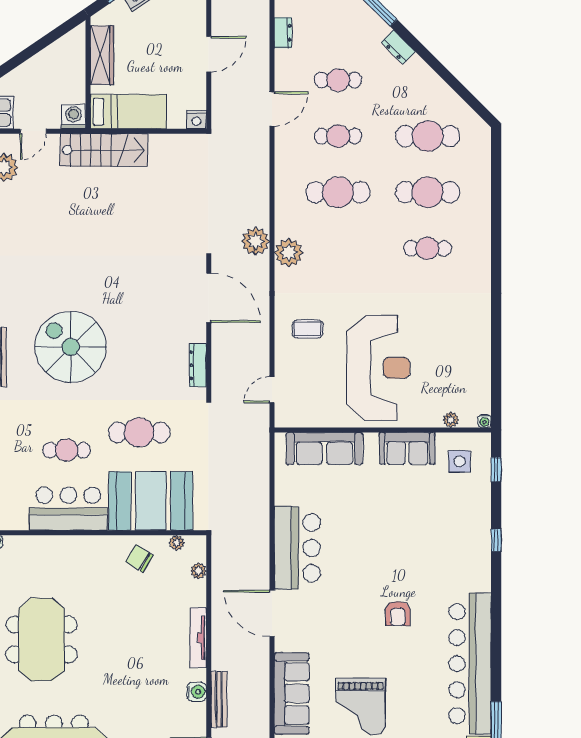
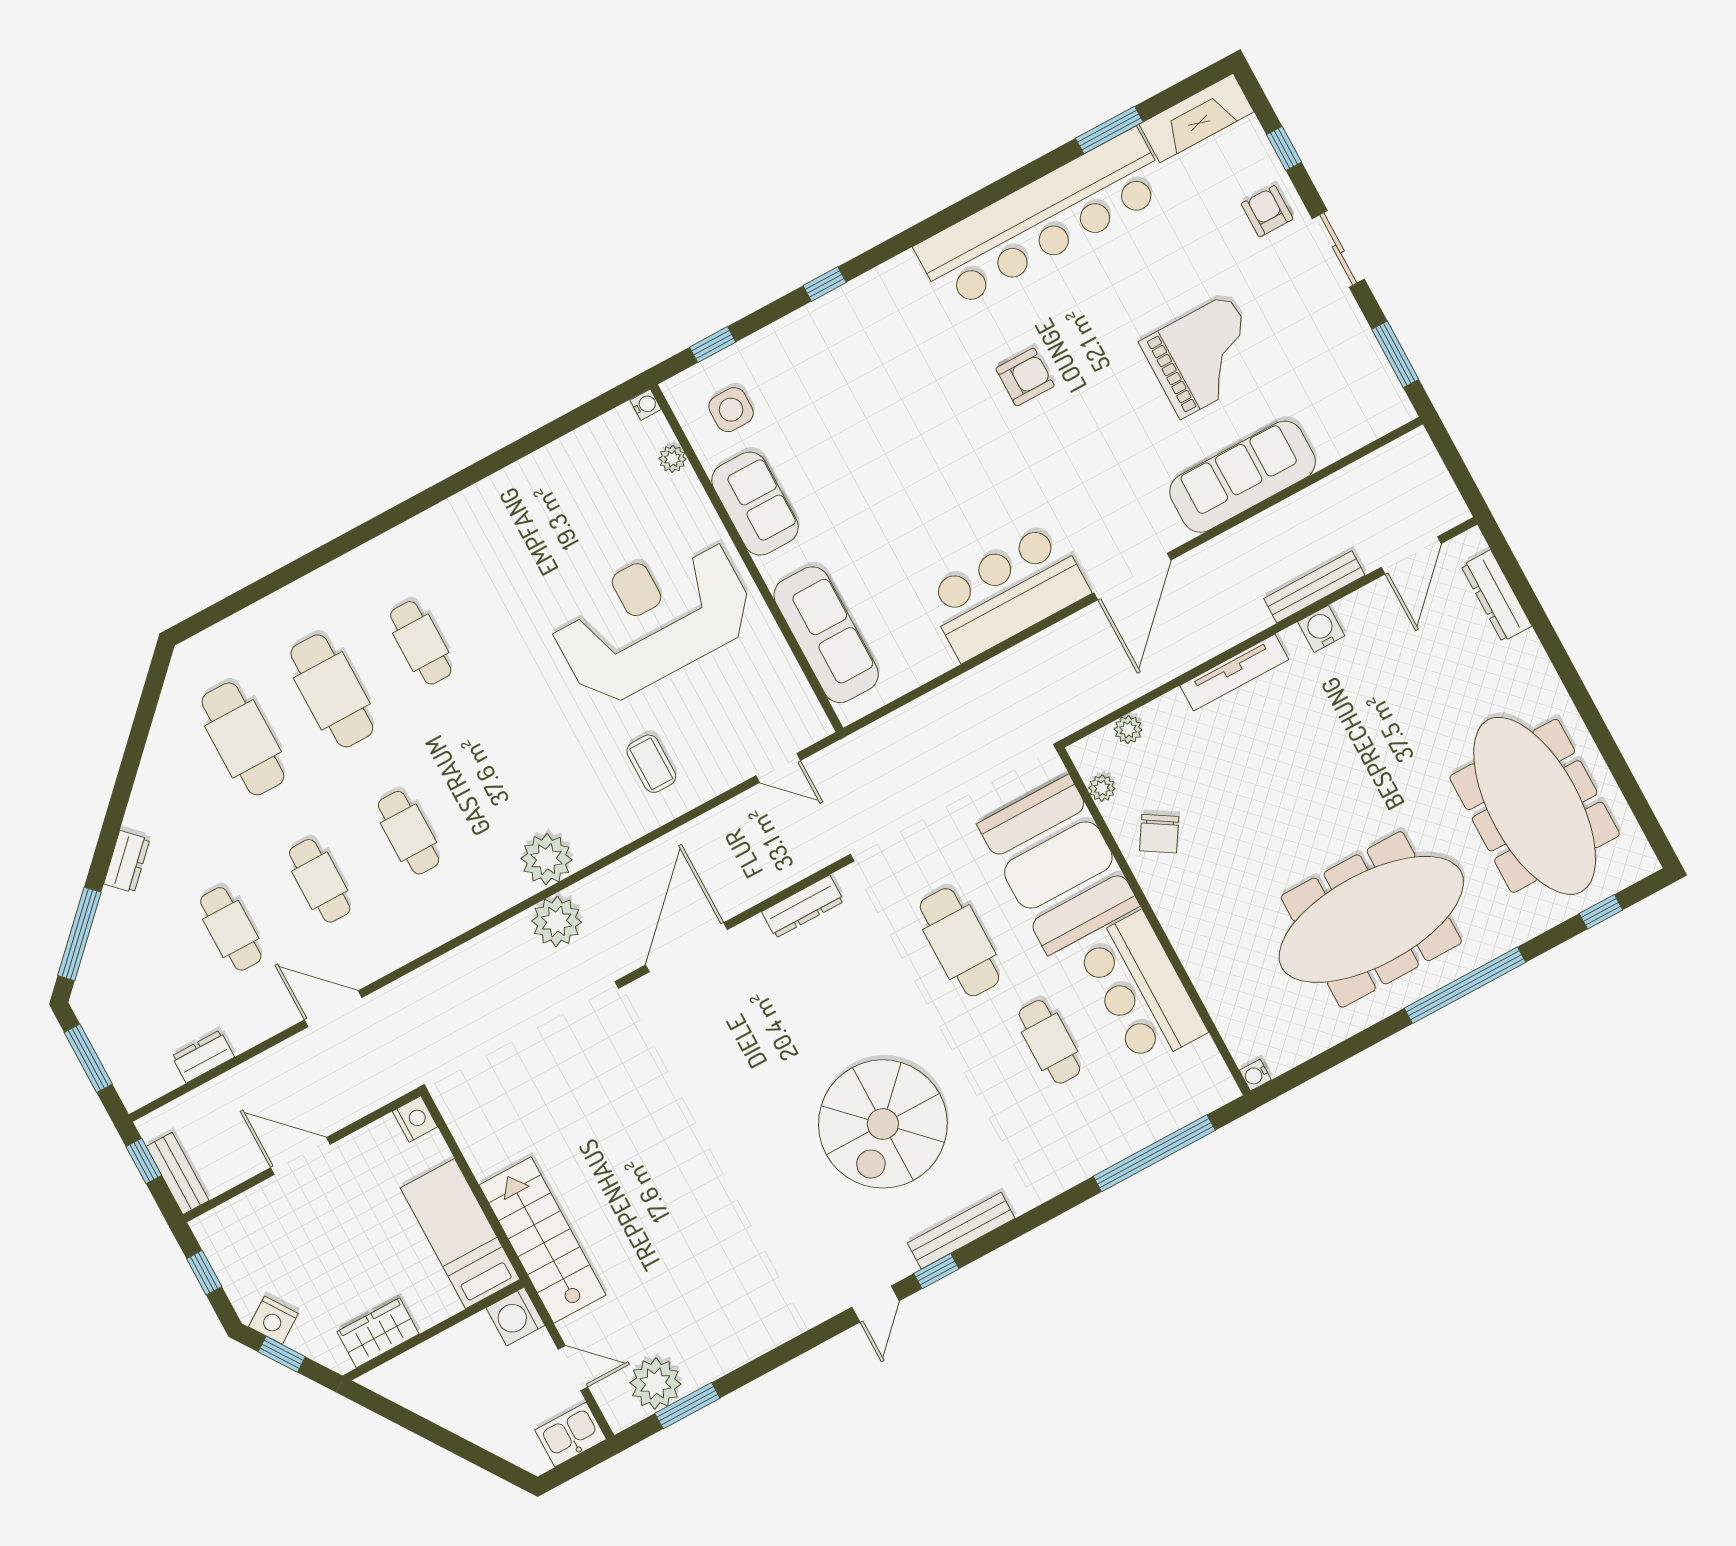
wardrobe: (102, 55) -> (378, 1333), width x0.67
cafe table: (338, 192) -> (409, 833), width x0.73, depth x0.74
meeting table: (42, 639) -> (1371, 919), width x1.36

